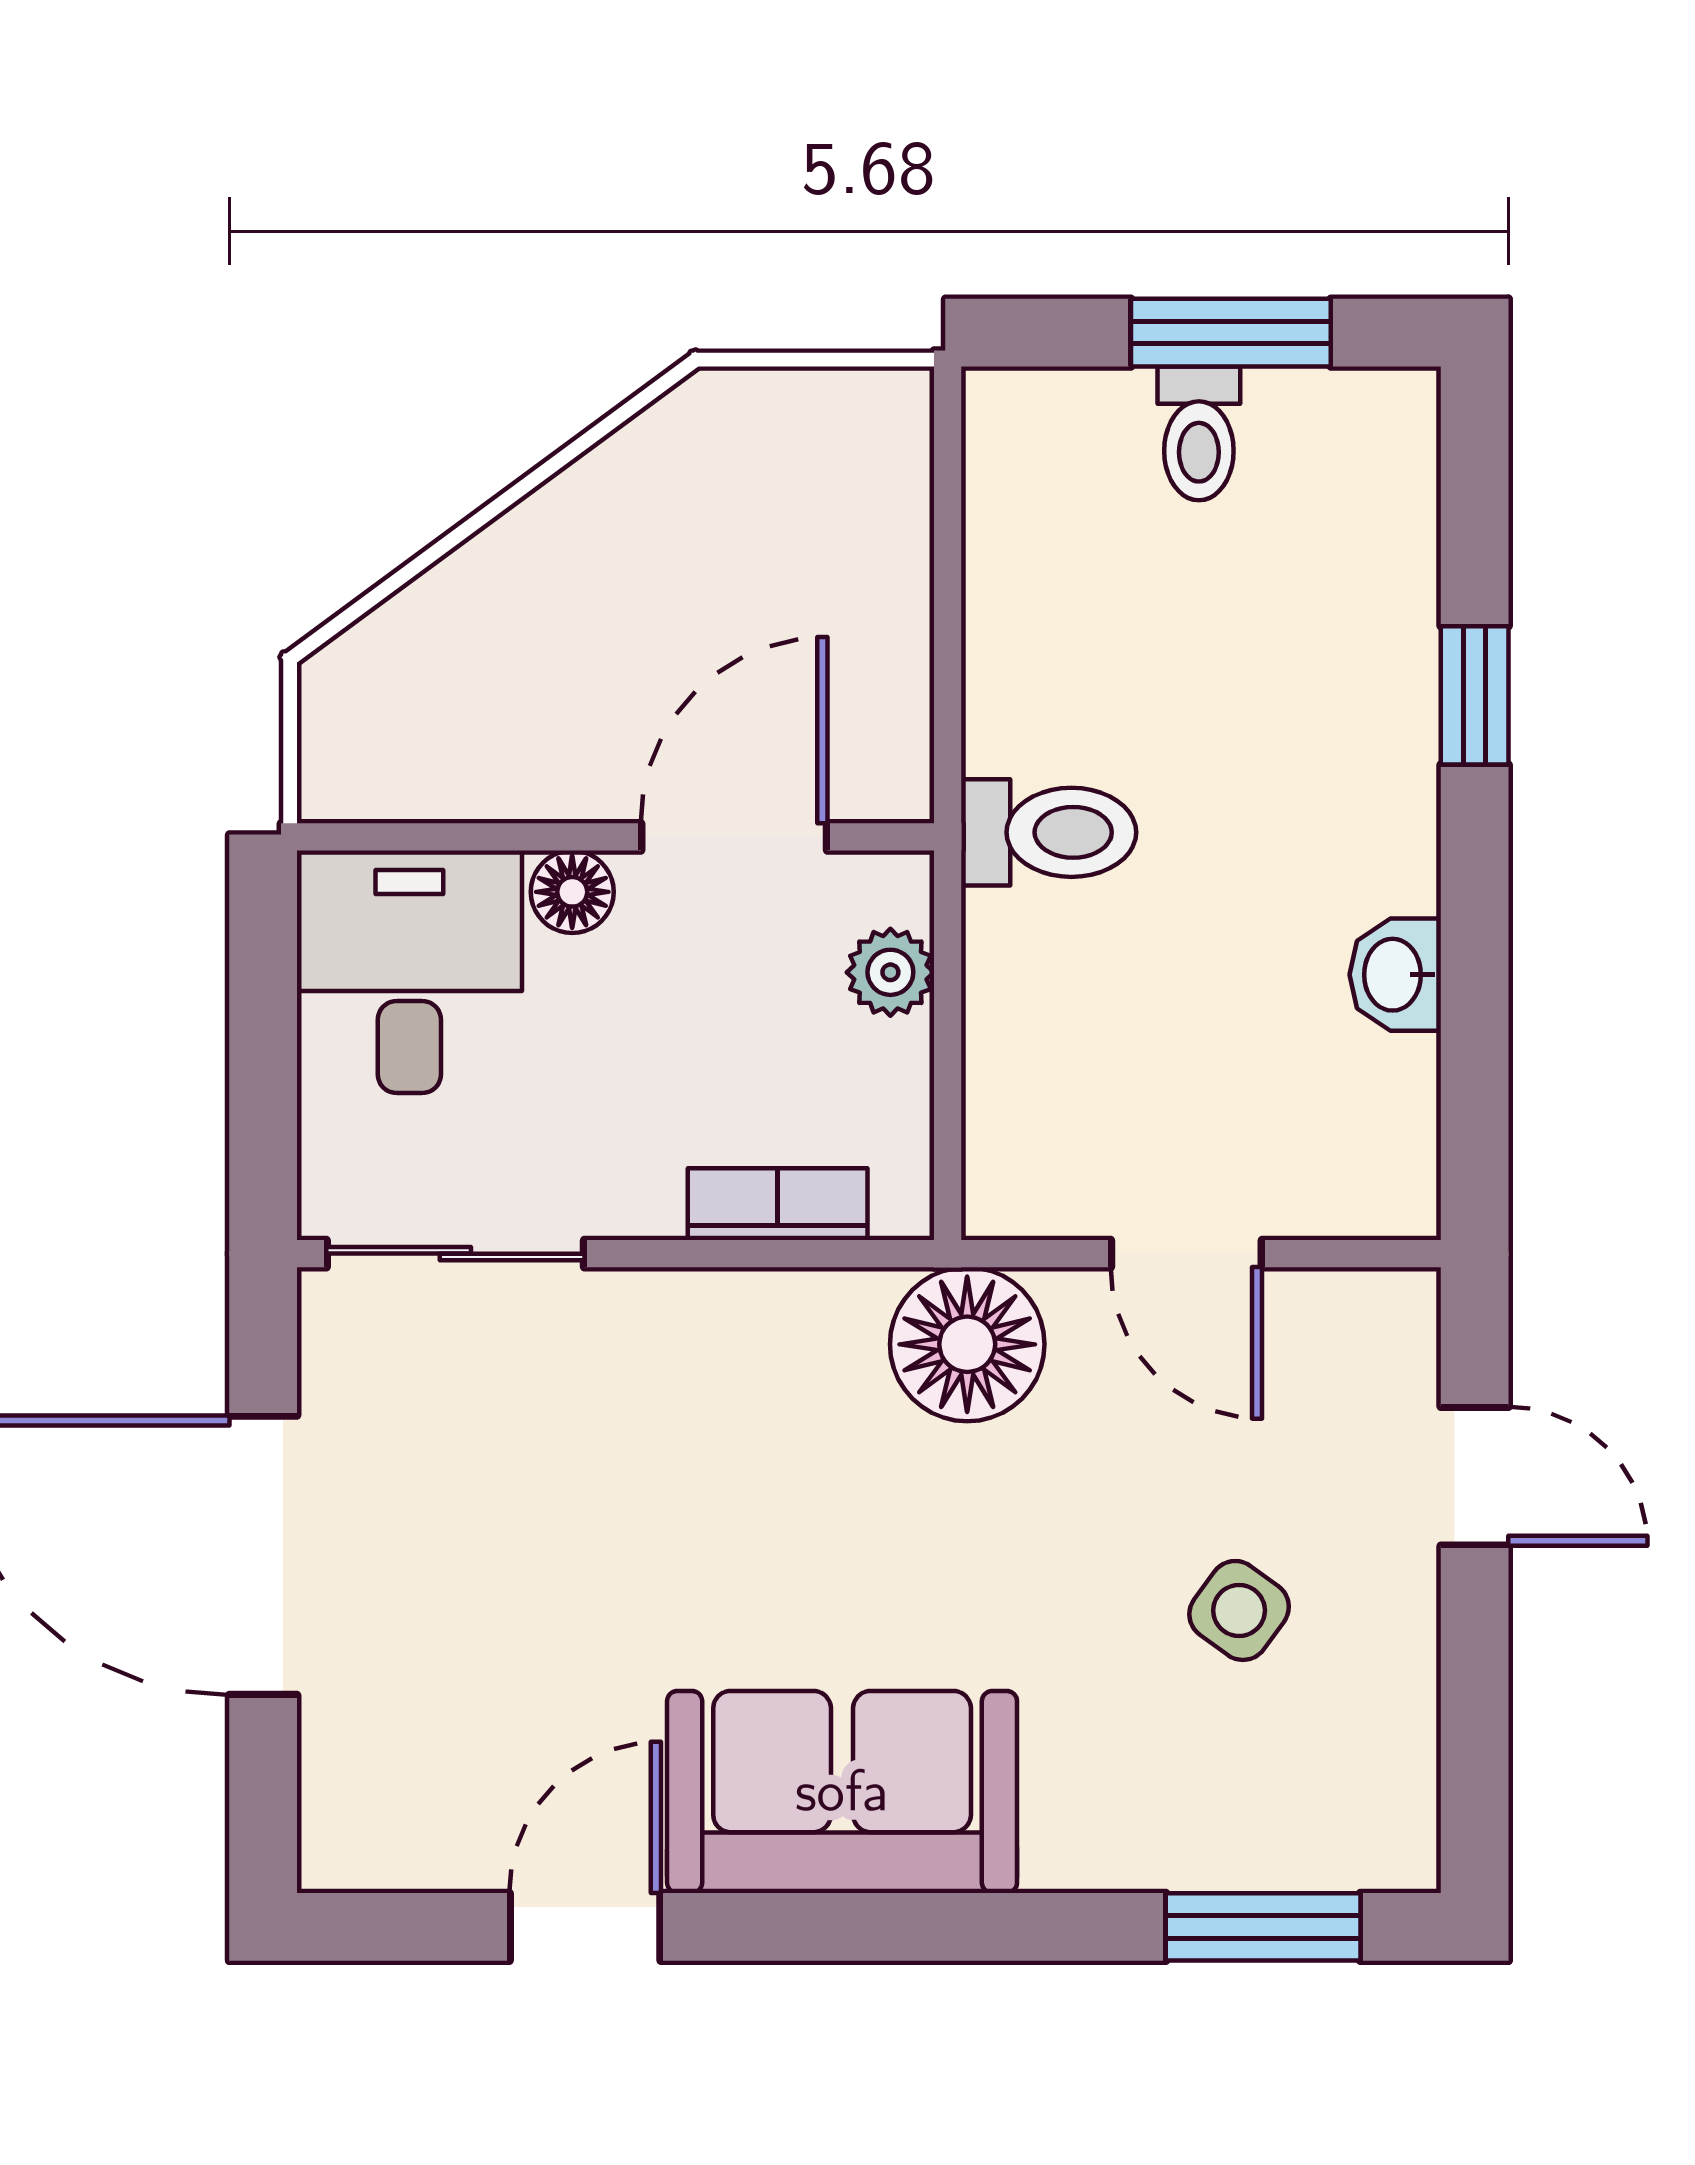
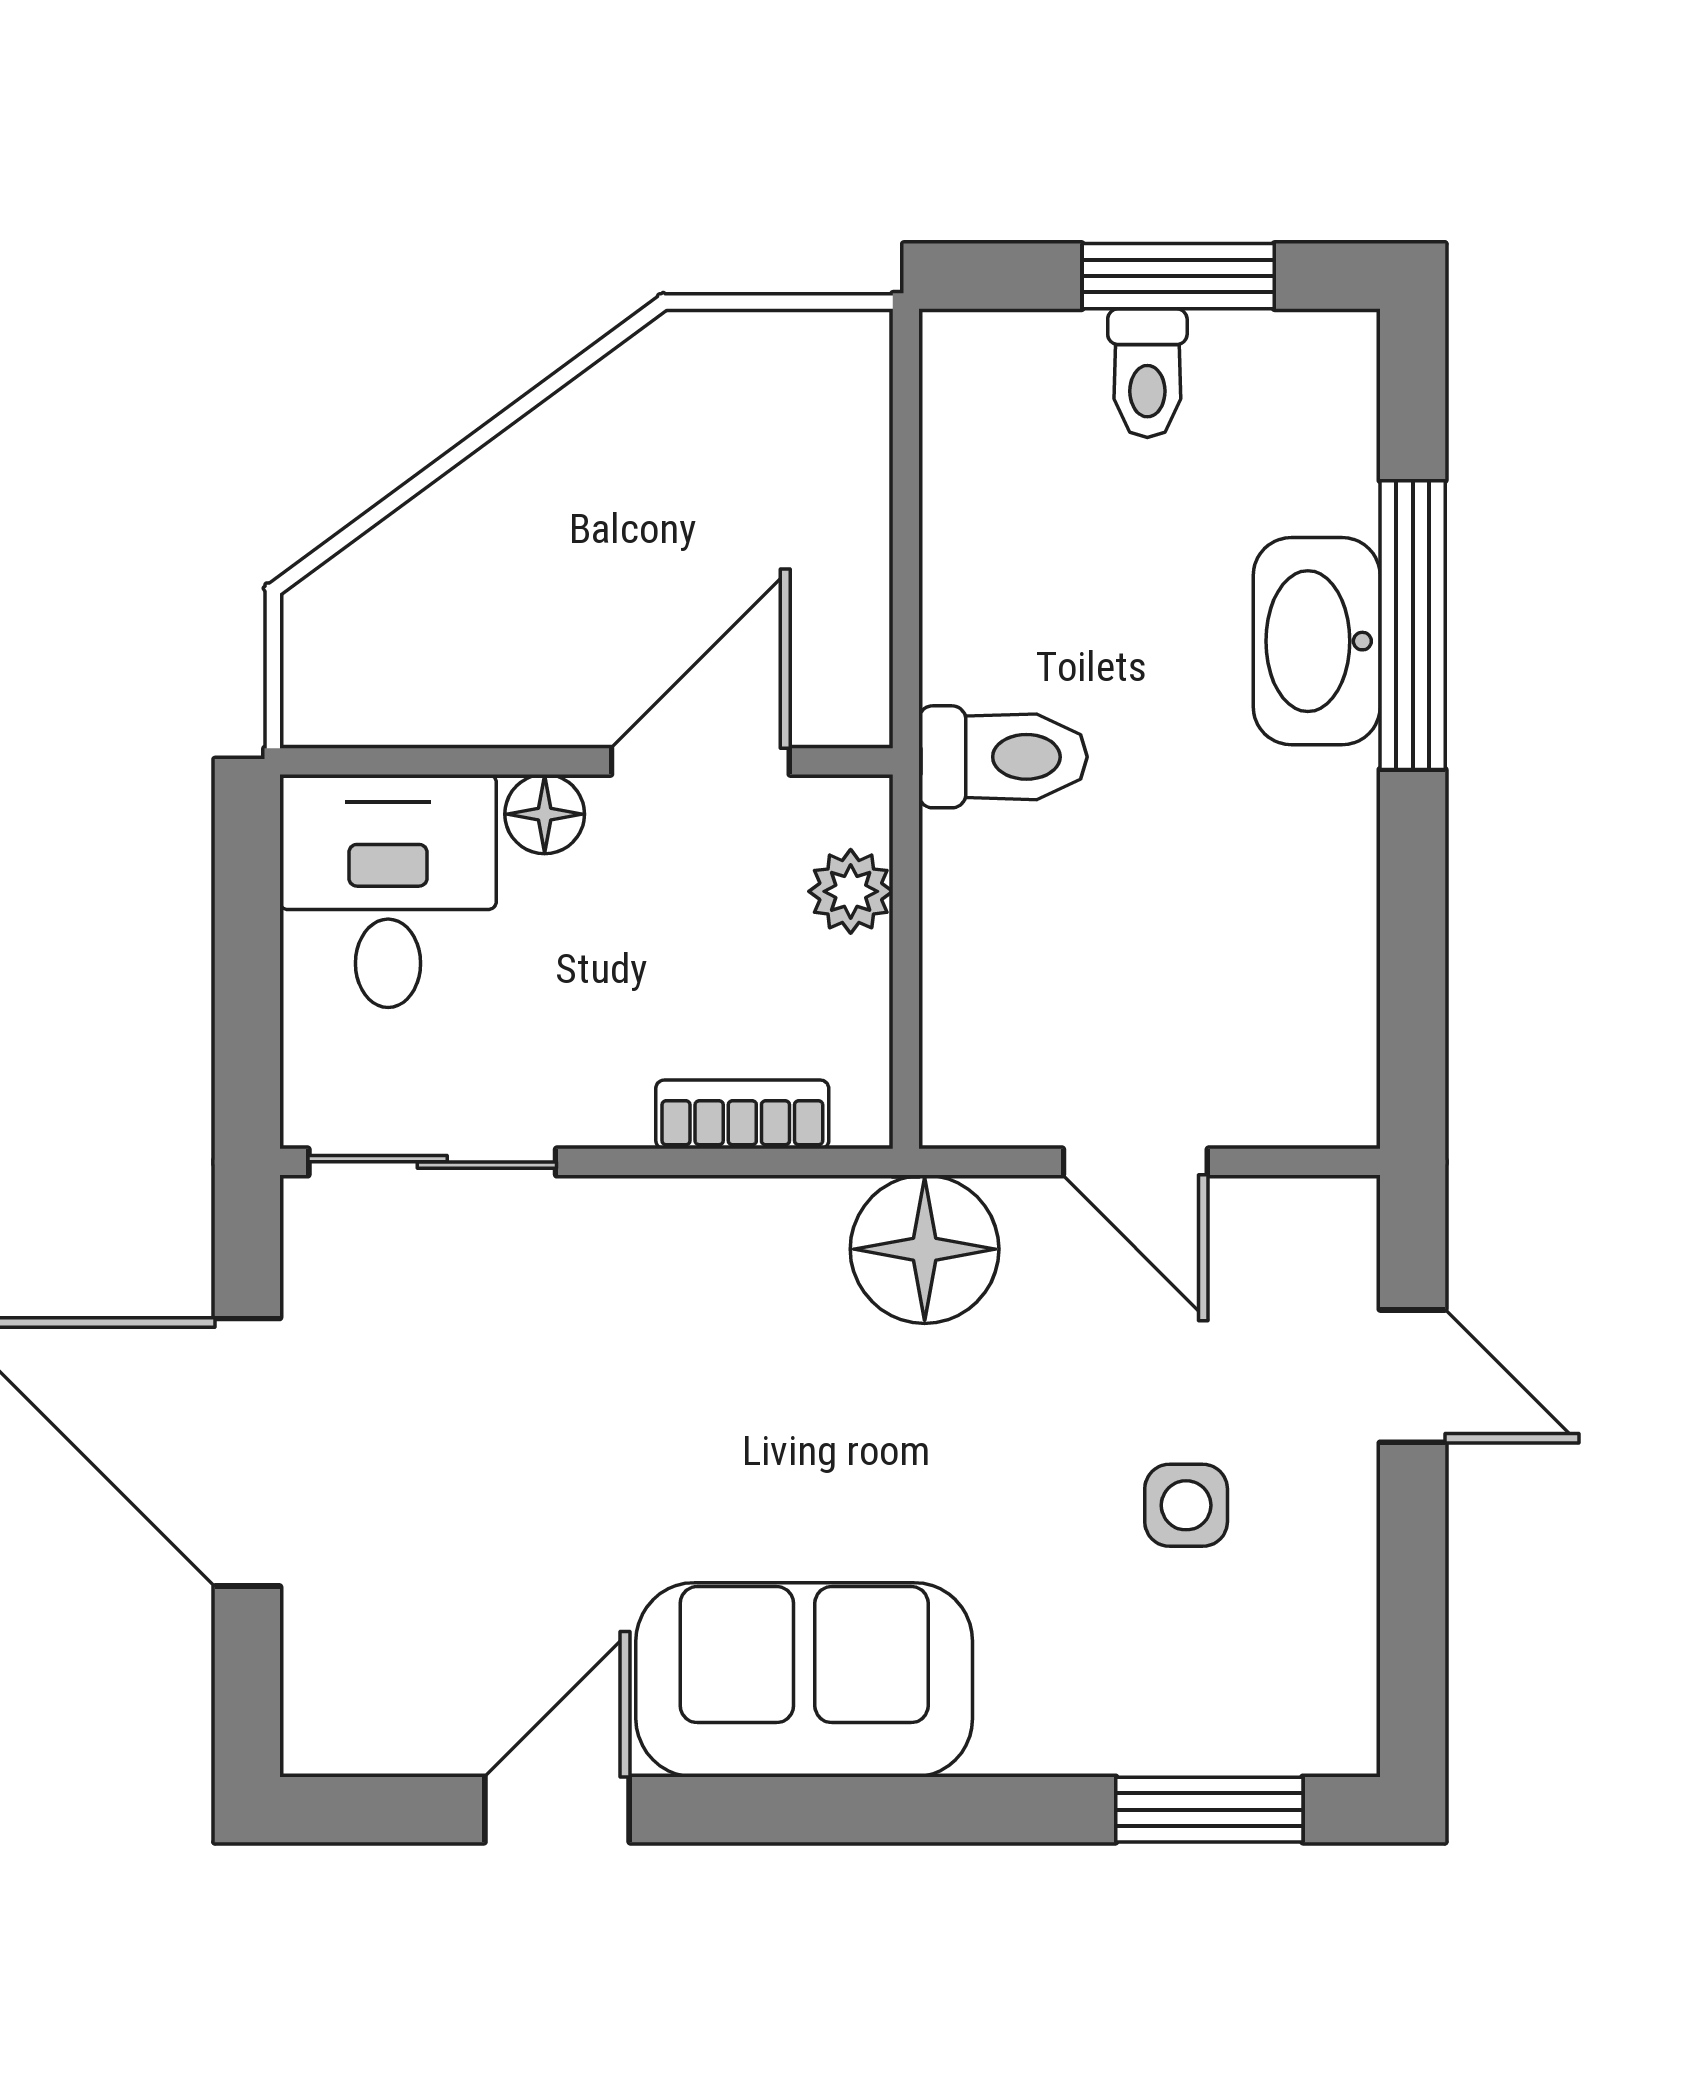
window: (1475, 695) -> (1413, 625), width x2.17
washbasin: (1395, 975) -> (1317, 641), moved, width x1.91, depth x1.45
side table: (1239, 1610) -> (1186, 1505), turned -36

